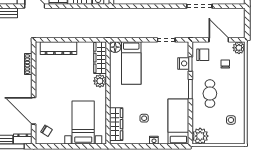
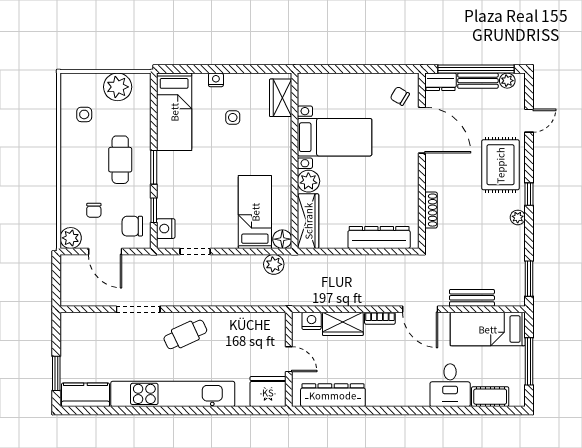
plant: (120, 32) -> (274, 264), added
nightstand: (183, 63) -> (166, 229), moved
bed with nightstands: (83, 122) -> (335, 137), moved, turned -90
wardrobe: (116, 124) -> (281, 98), width x0.67
plant: (200, 136) -> (118, 87), moved

